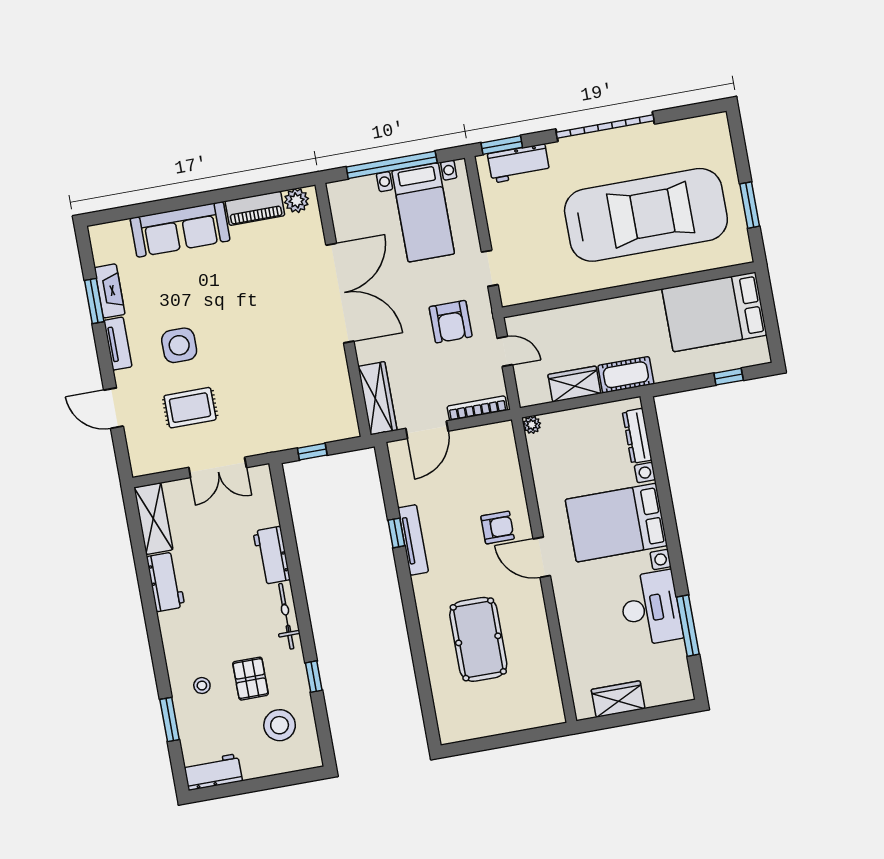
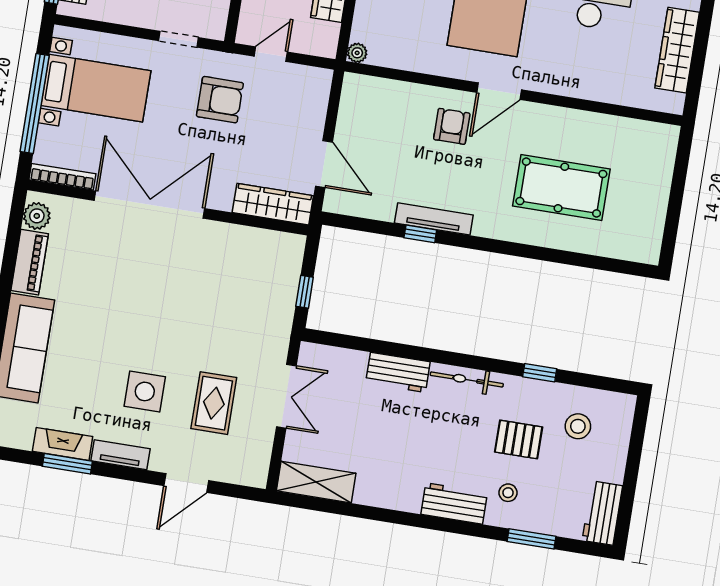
bookcase: (477, 408) -> (62, 177), moved, turned 90
workbench: (166, 582) -> (454, 503), moved
wardrobe: (618, 699) -> (677, 50), width x1.50
stool: (280, 725) -> (578, 426), width x0.73, depth x0.73

